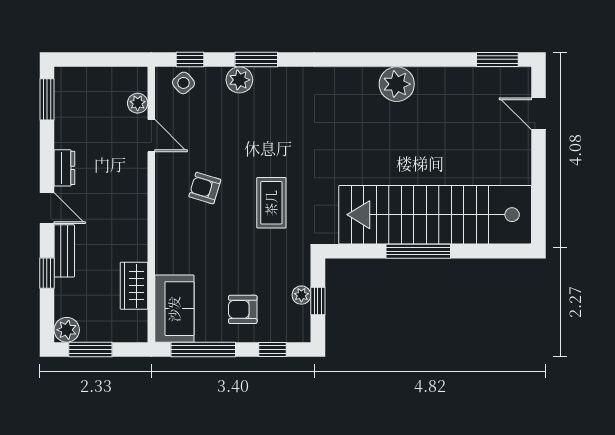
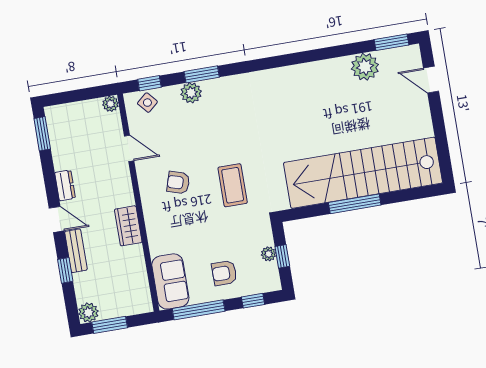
plant: (397, 84) -> (365, 67), moved
plant: (138, 103) -> (110, 104), moved
wardrobe: (134, 286) -> (128, 226), moved

